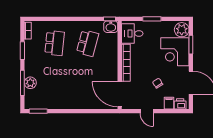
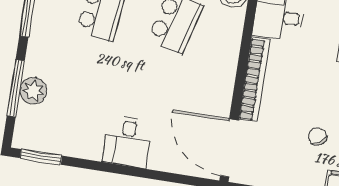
desk: (75, 98) -> (128, 142), added

